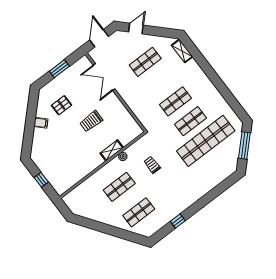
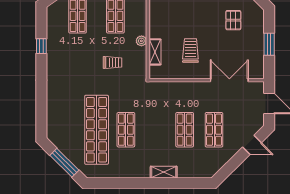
door: (136, 29) -> (252, 145), hinge flipped
shelving: (182, 51) -> (164, 172), moved
shop shelf: (175, 101) -> (185, 130), moved
trolley: (91, 121) -> (190, 51), moved
shelving: (112, 150) -> (155, 52), moved

